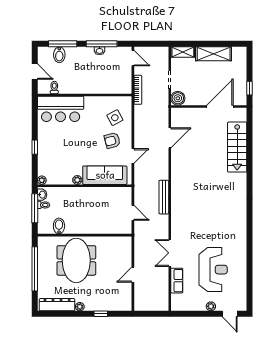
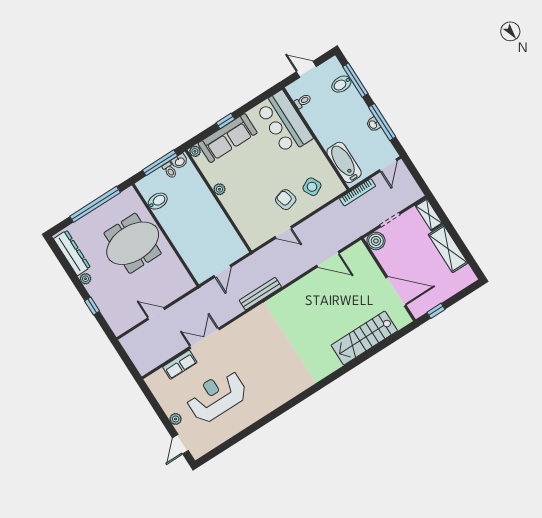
door: (35, 72) -> (306, 69), swing flipped
bathtub: (112, 86) -> (344, 162), added
sofa: (105, 175) -> (228, 138), moved, turned 90
reception desk: (213, 270) -> (217, 396), turned 180

